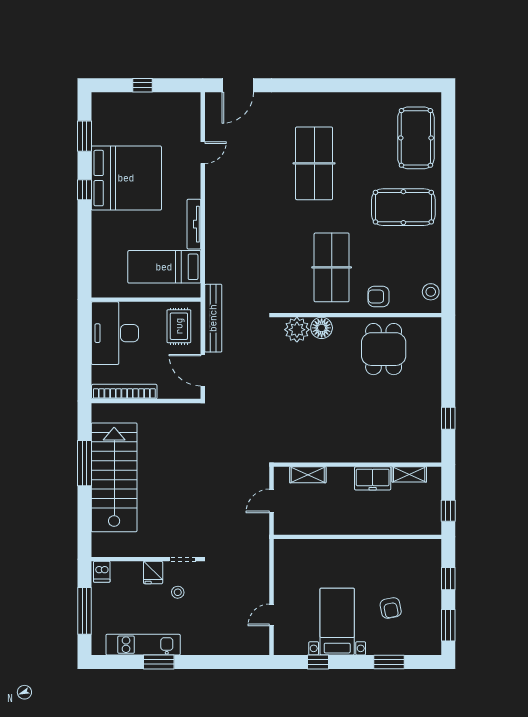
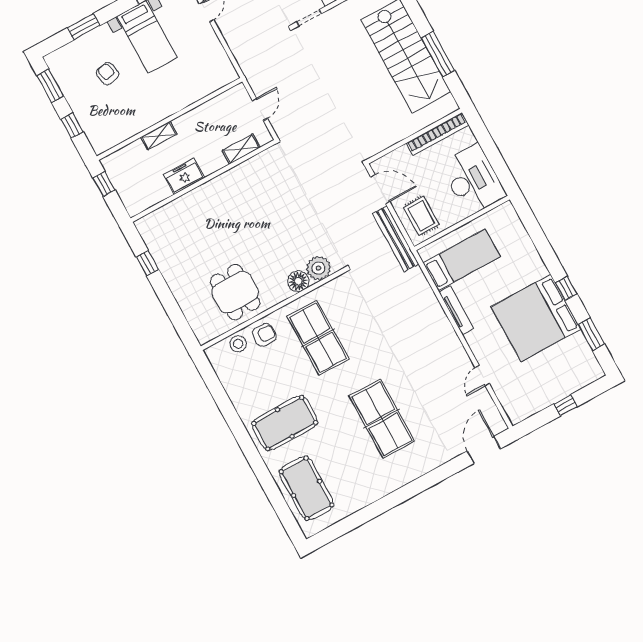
stool: (431, 292) -> (238, 344), moved
shelving: (409, 474) -> (159, 136), moved

